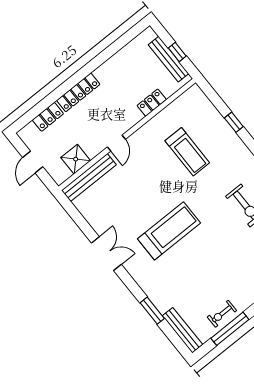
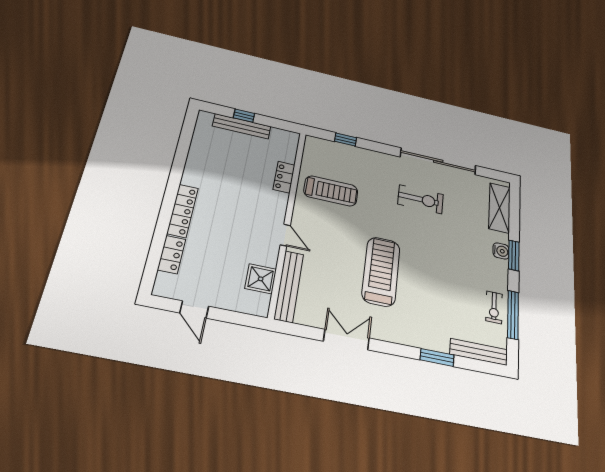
locker: (152, 103) -> (284, 177), moved
wall: (127, 134) -> (288, 220), moved
door: (116, 143) -> (285, 235), moved
shower: (76, 159) -> (261, 279), moved
bench: (89, 178) -> (289, 286), moved

